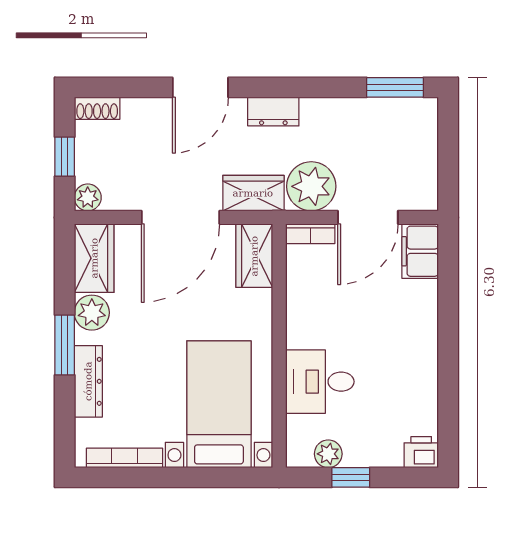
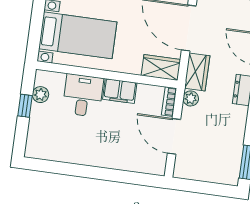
plant: (311, 186) -> (191, 98), width x0.53, depth x0.53
filing cabinet: (420, 251) -> (120, 91), moved, turned 180
printer: (421, 452) -> (34, 148), removed

